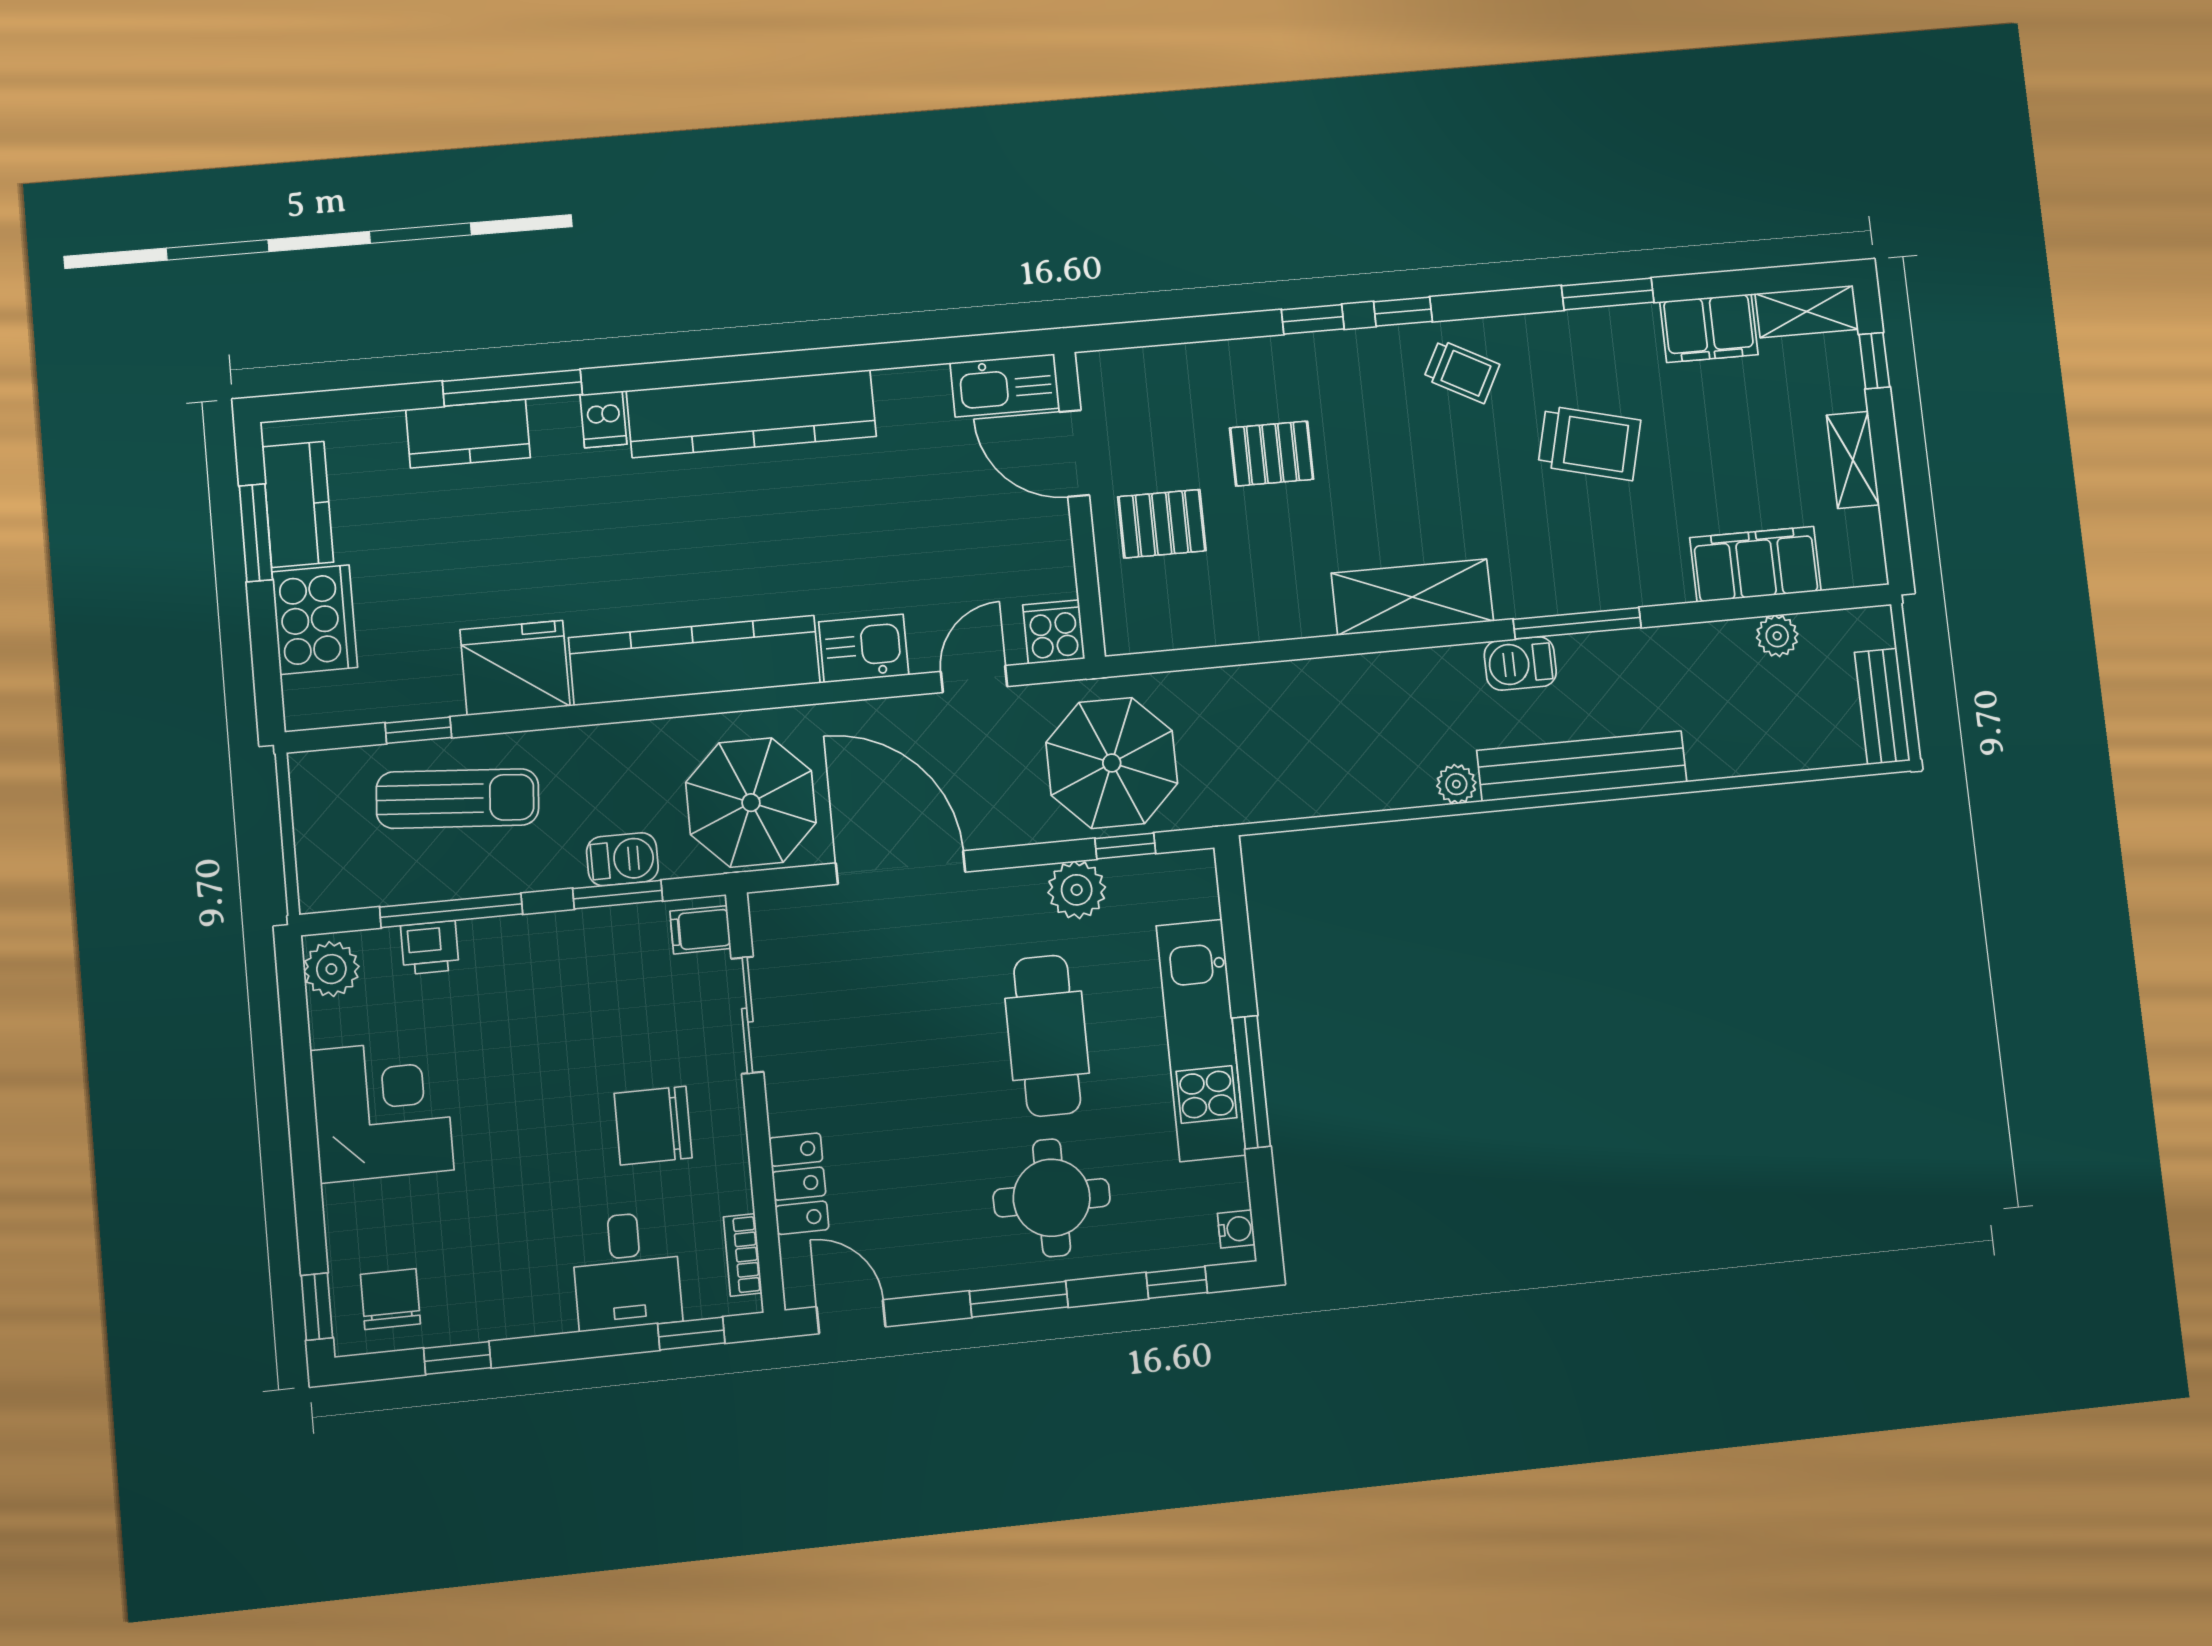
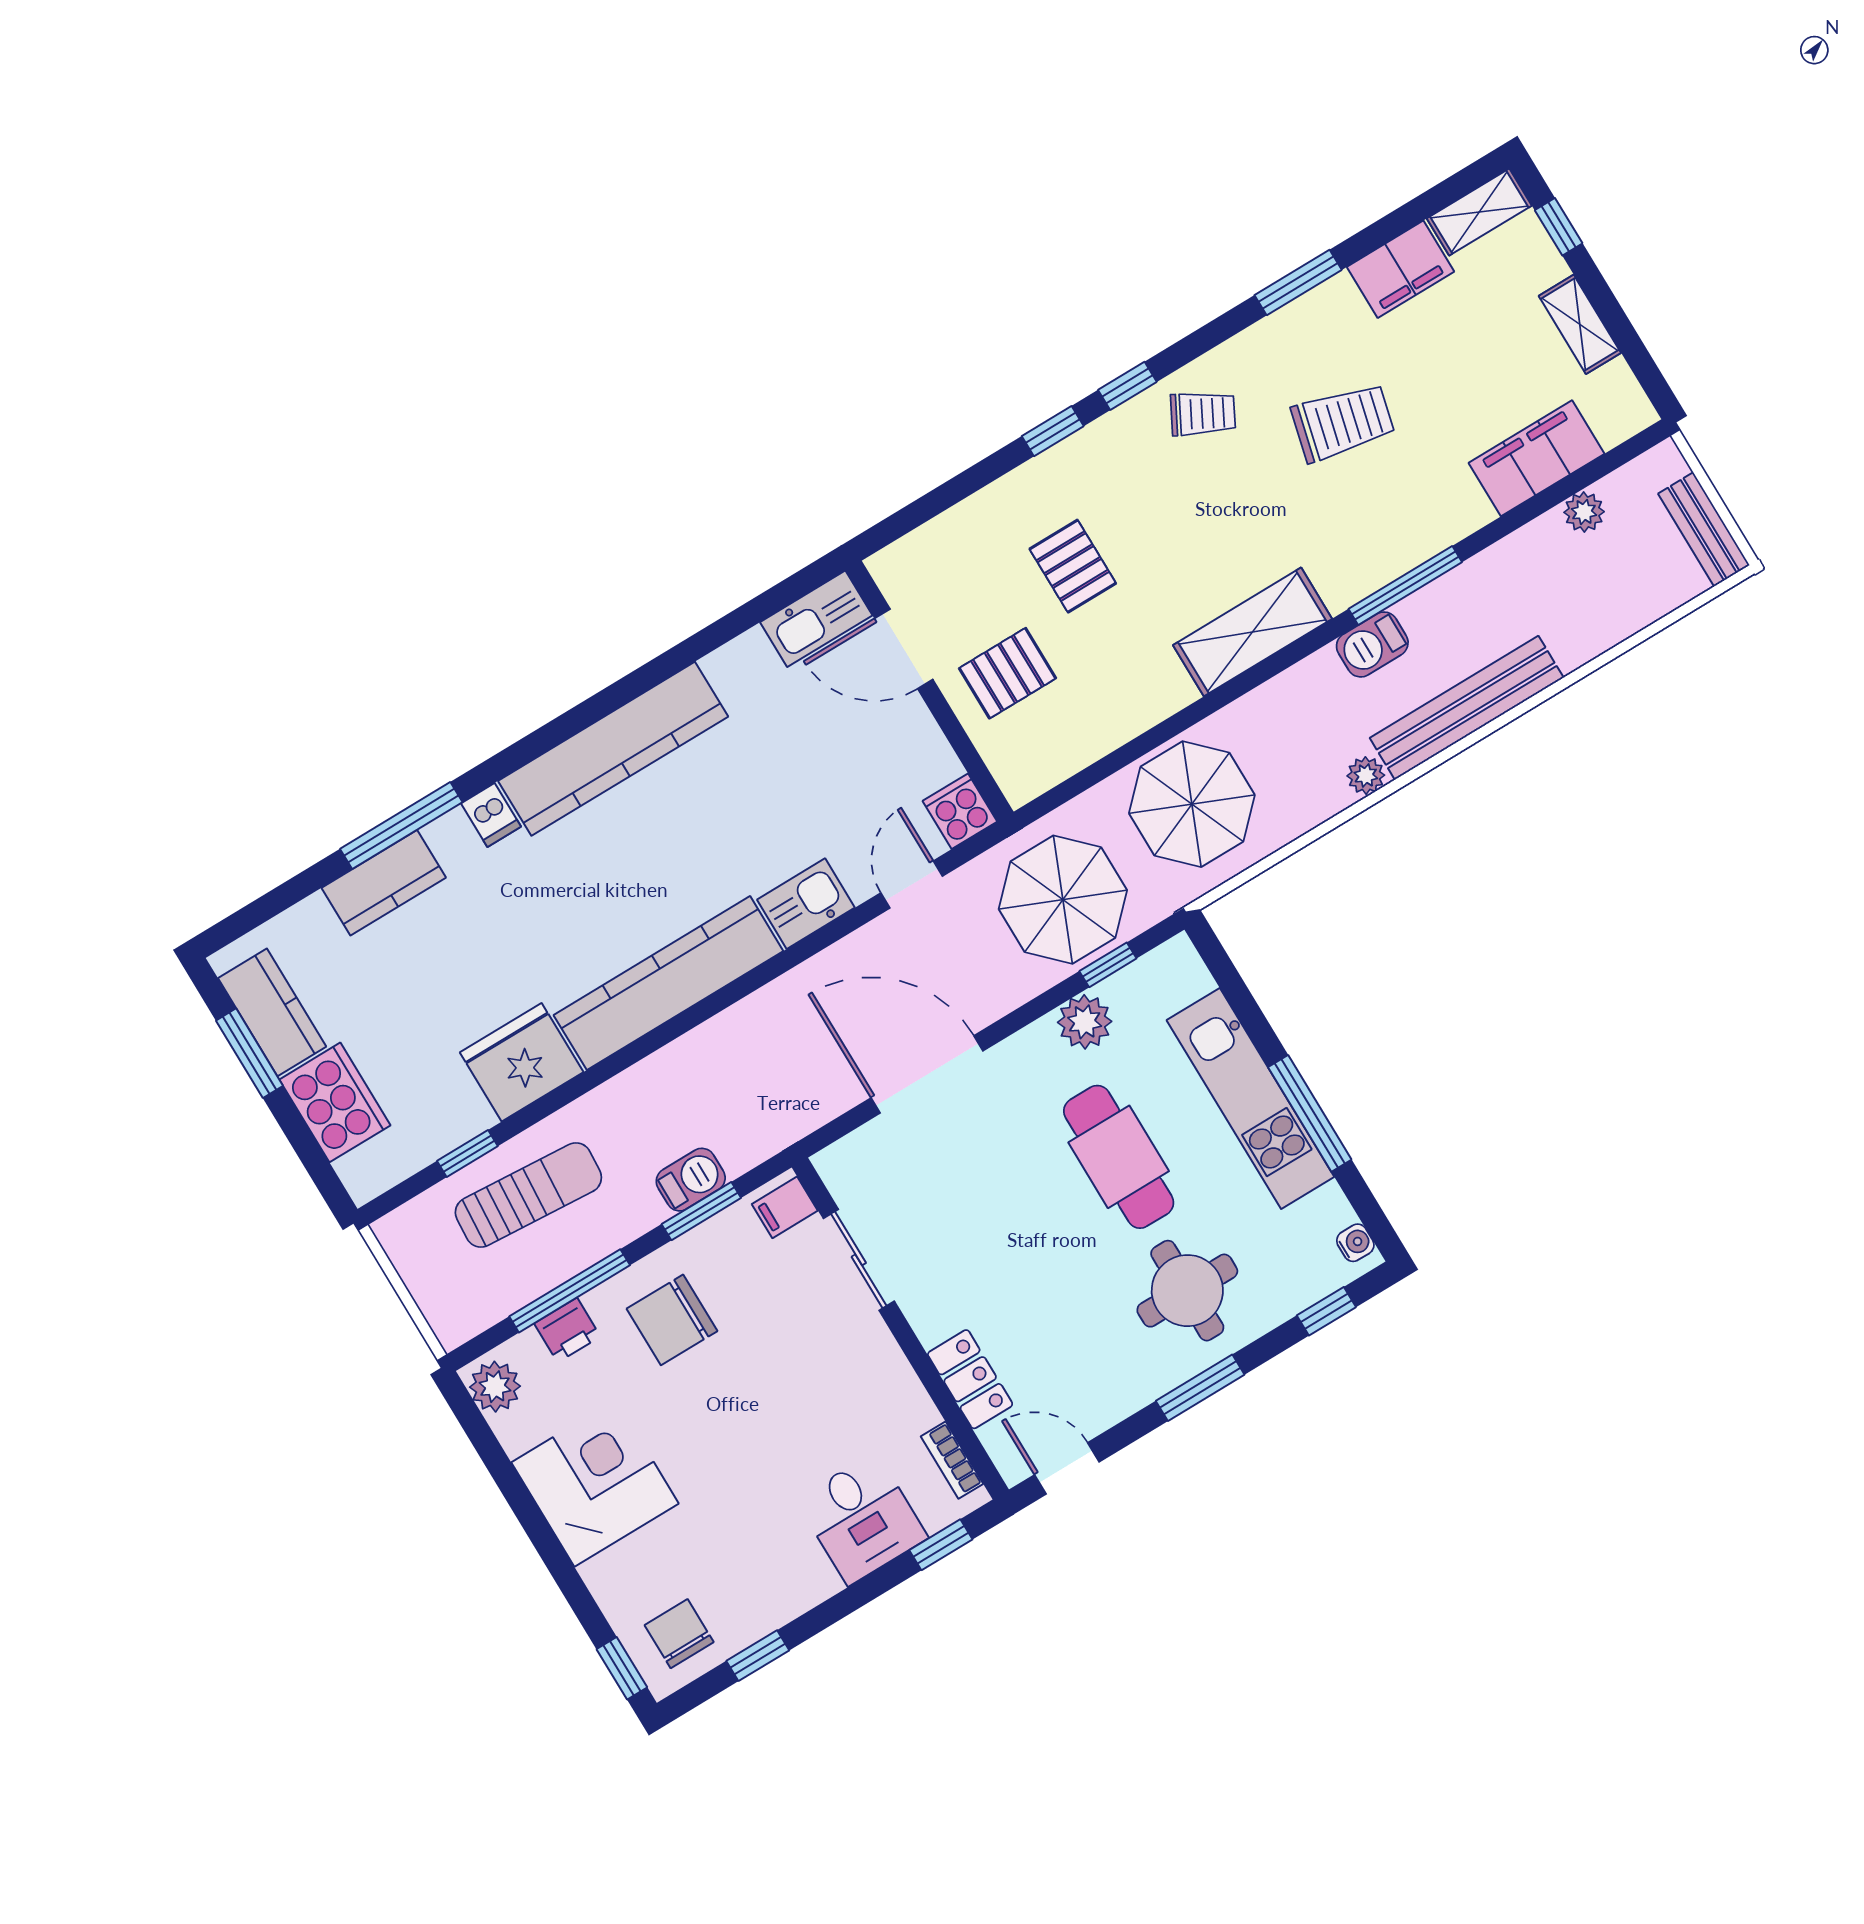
pallet: (1272, 454) -> (1073, 566), turned 90
parasol: (751, 803) -> (1192, 804), moved
chair: (653, 1126) -> (672, 1320), moved

